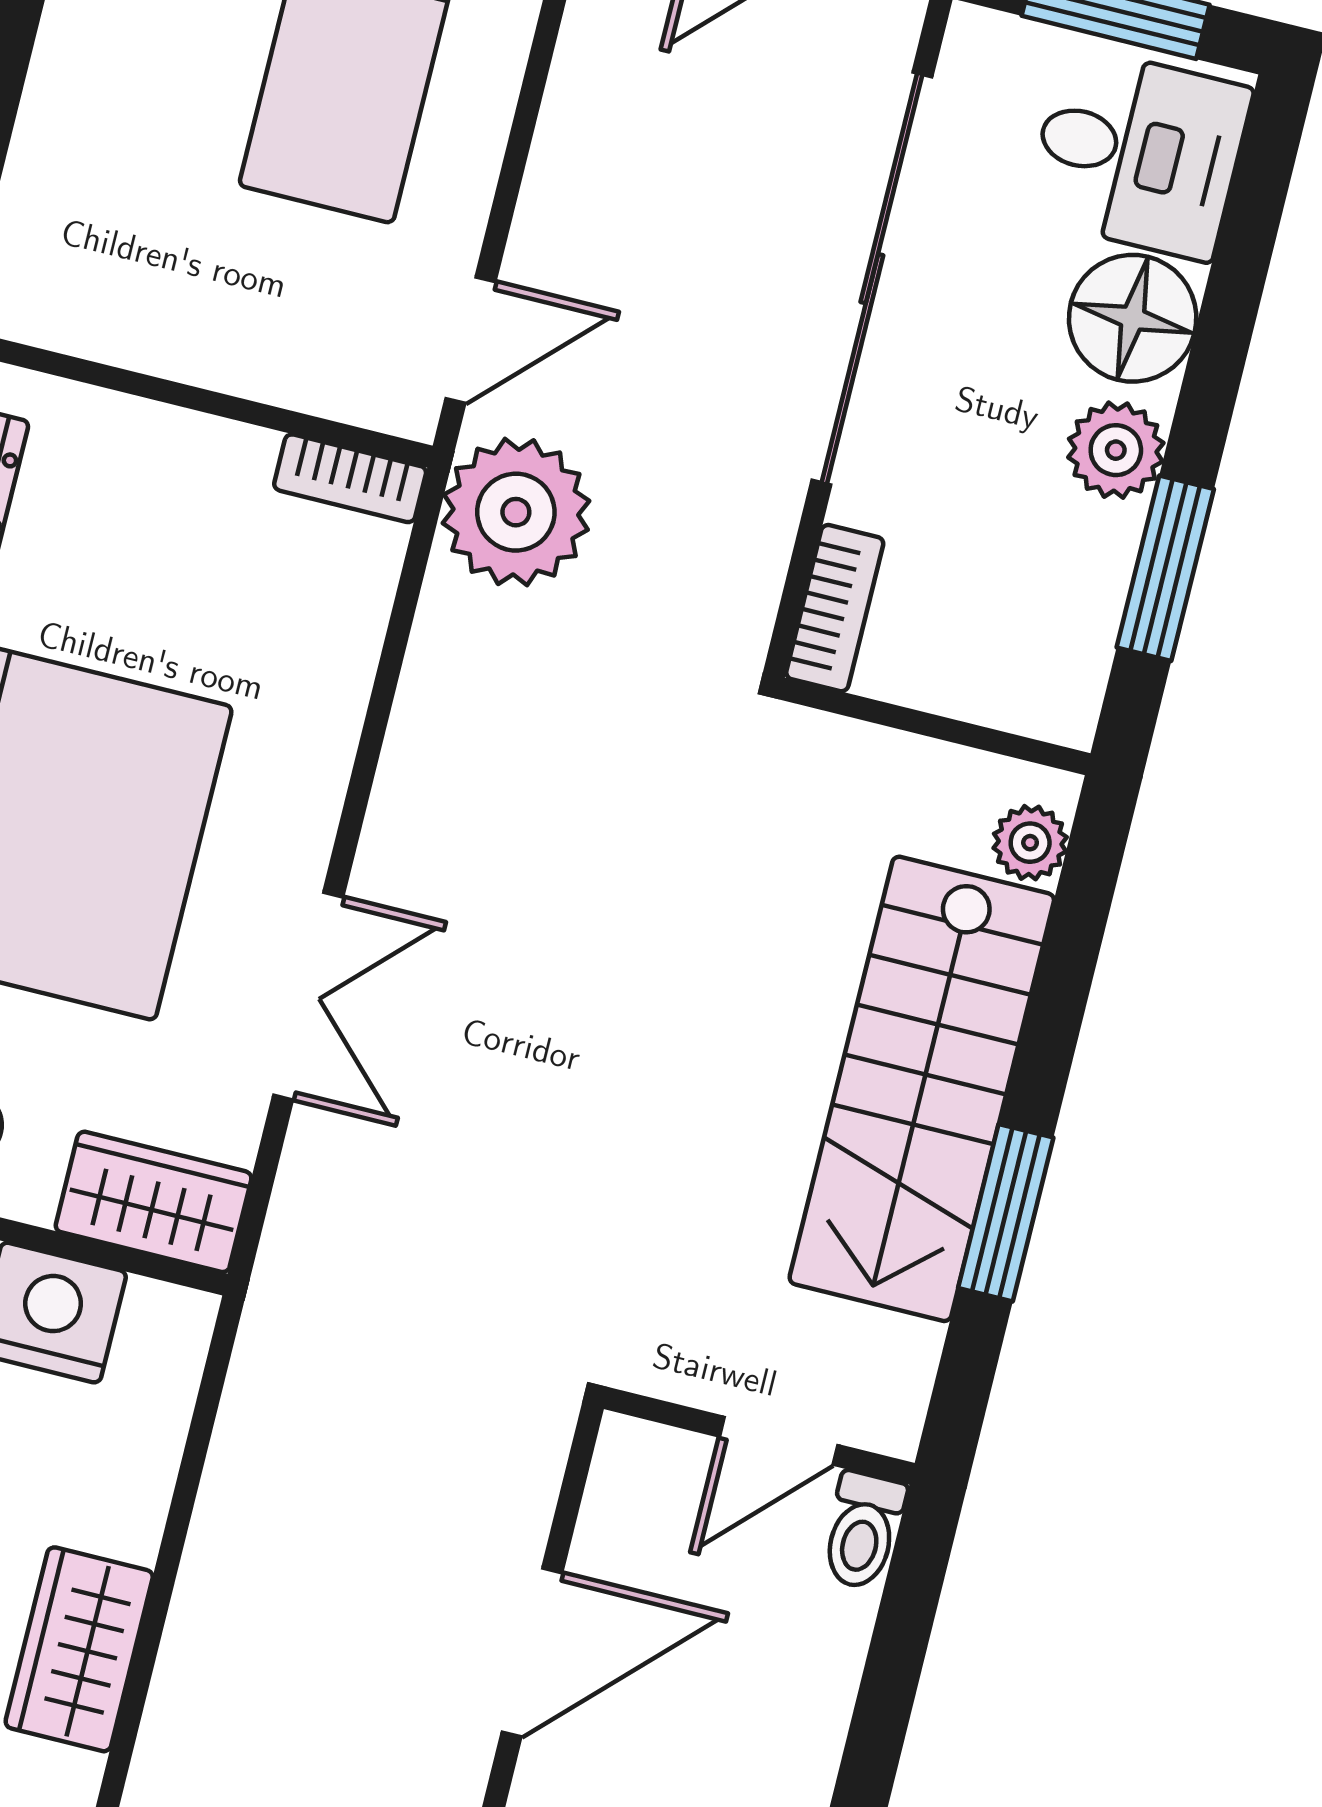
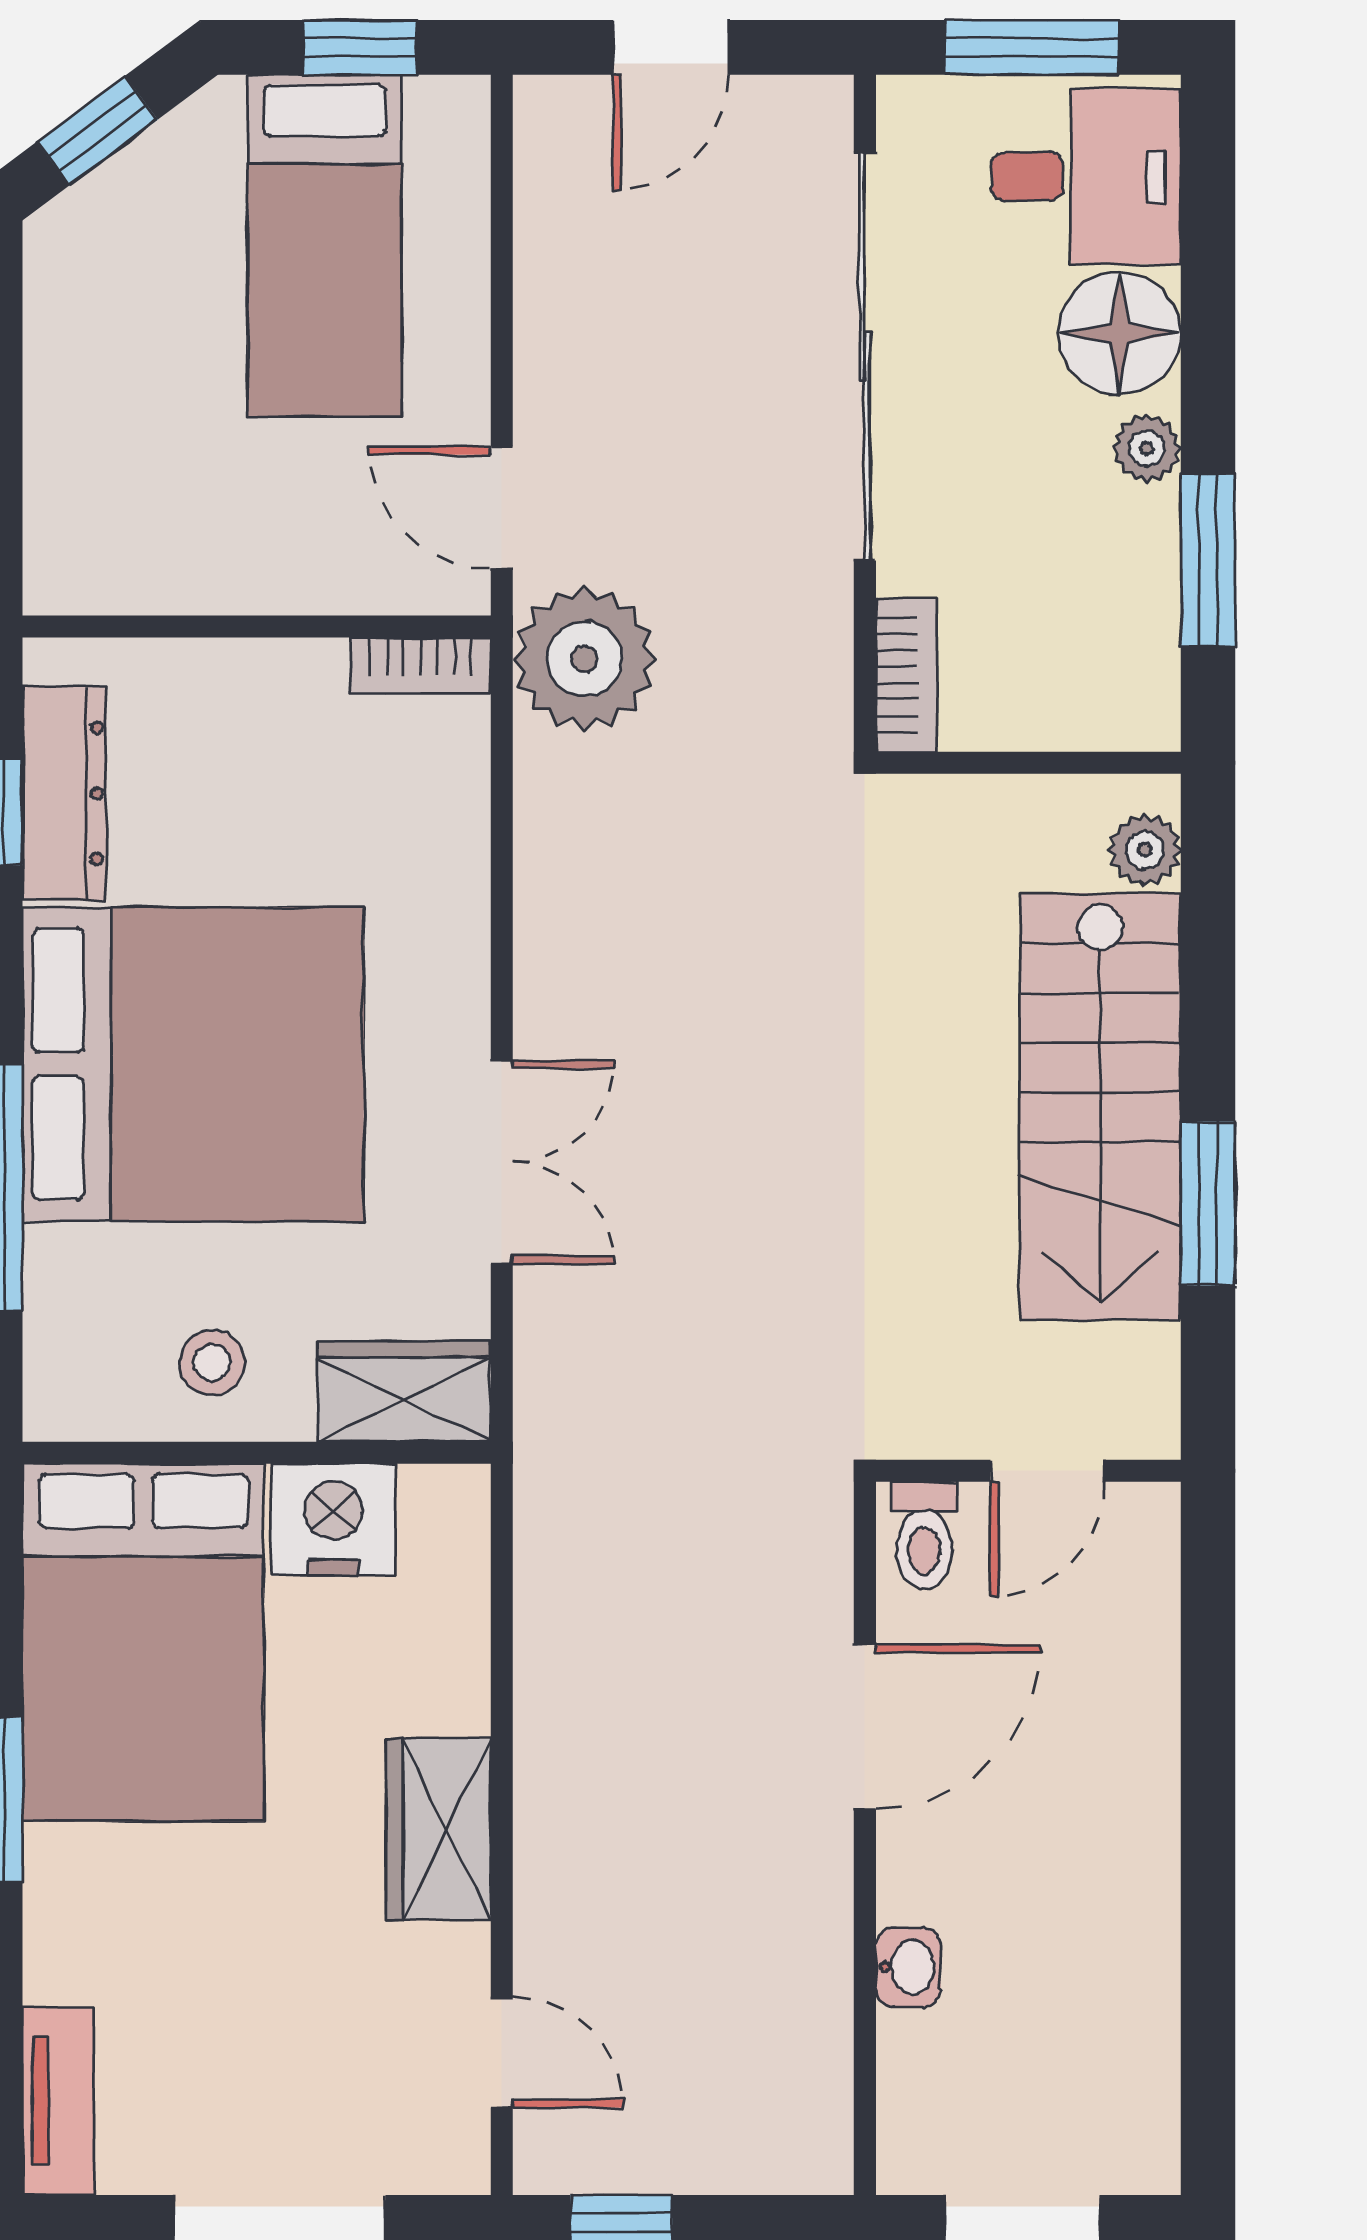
door: (471, 340) -> (502, 508), swing flipped
plant: (1116, 450) -> (1147, 448), width x0.73, depth x0.73
toilet: (863, 1531) -> (924, 1536), moved

